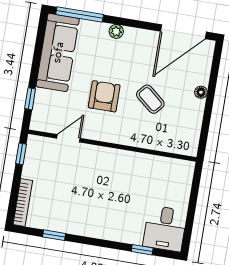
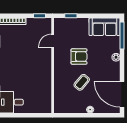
sofa: (58, 52) -> (105, 27), width x0.73
door: (68, 138) -> (53, 41), swing flipped

